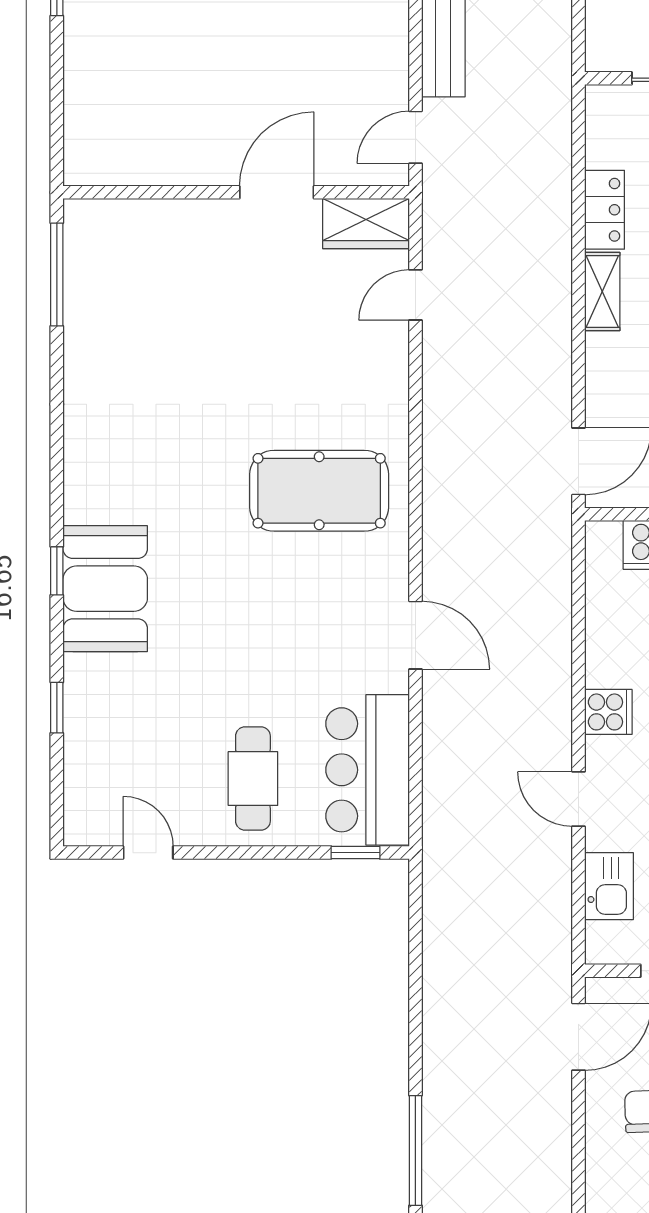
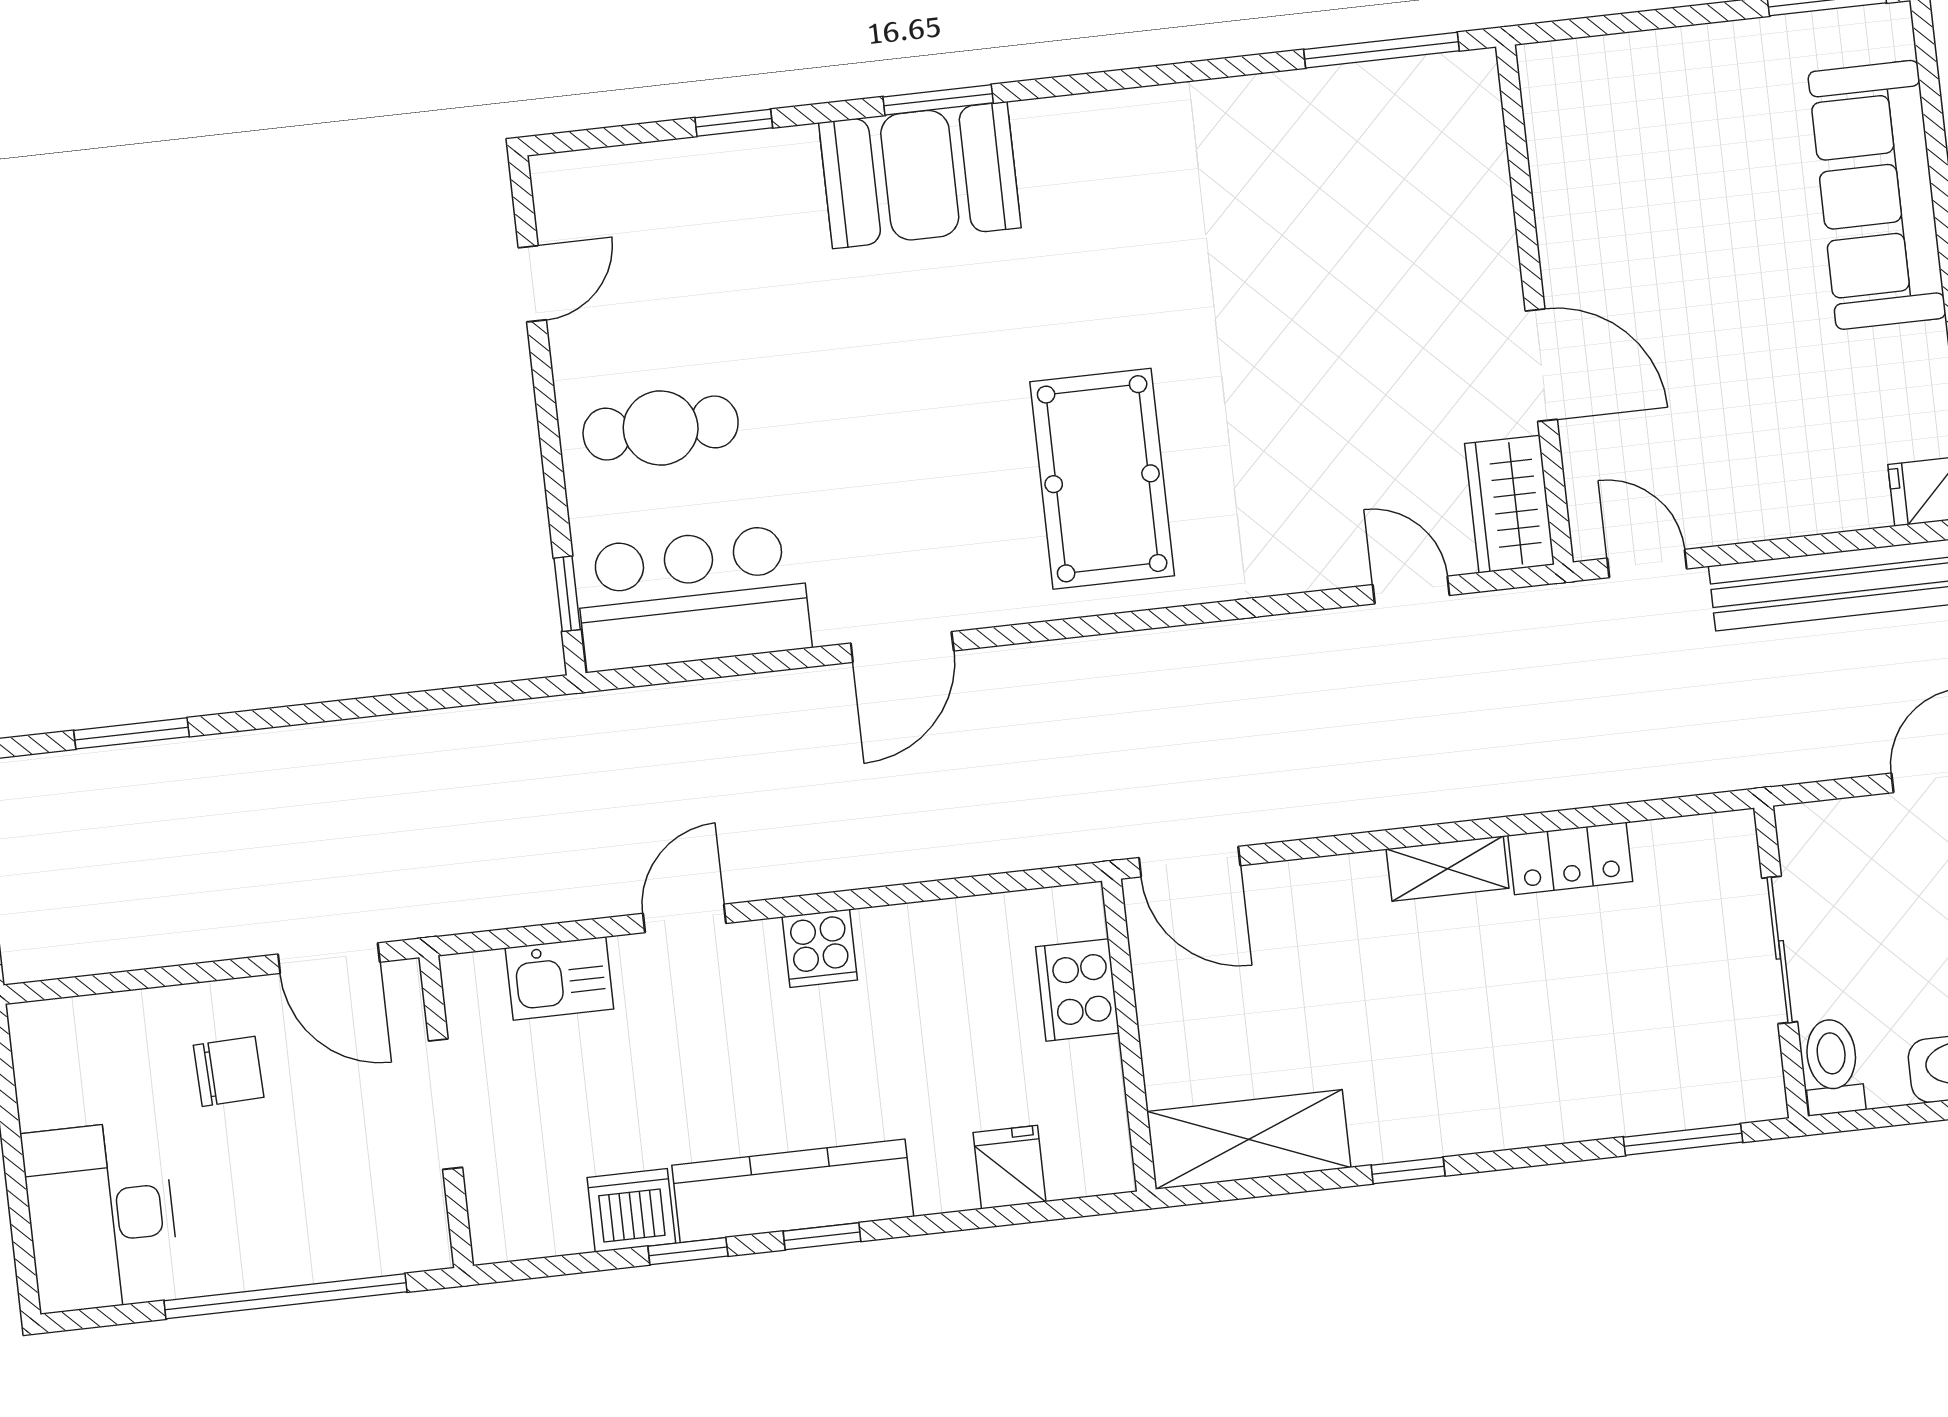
window: (57, 571) -> (938, 100), width x1.50
window: (415, 1151) -> (132, 733), width x0.69

